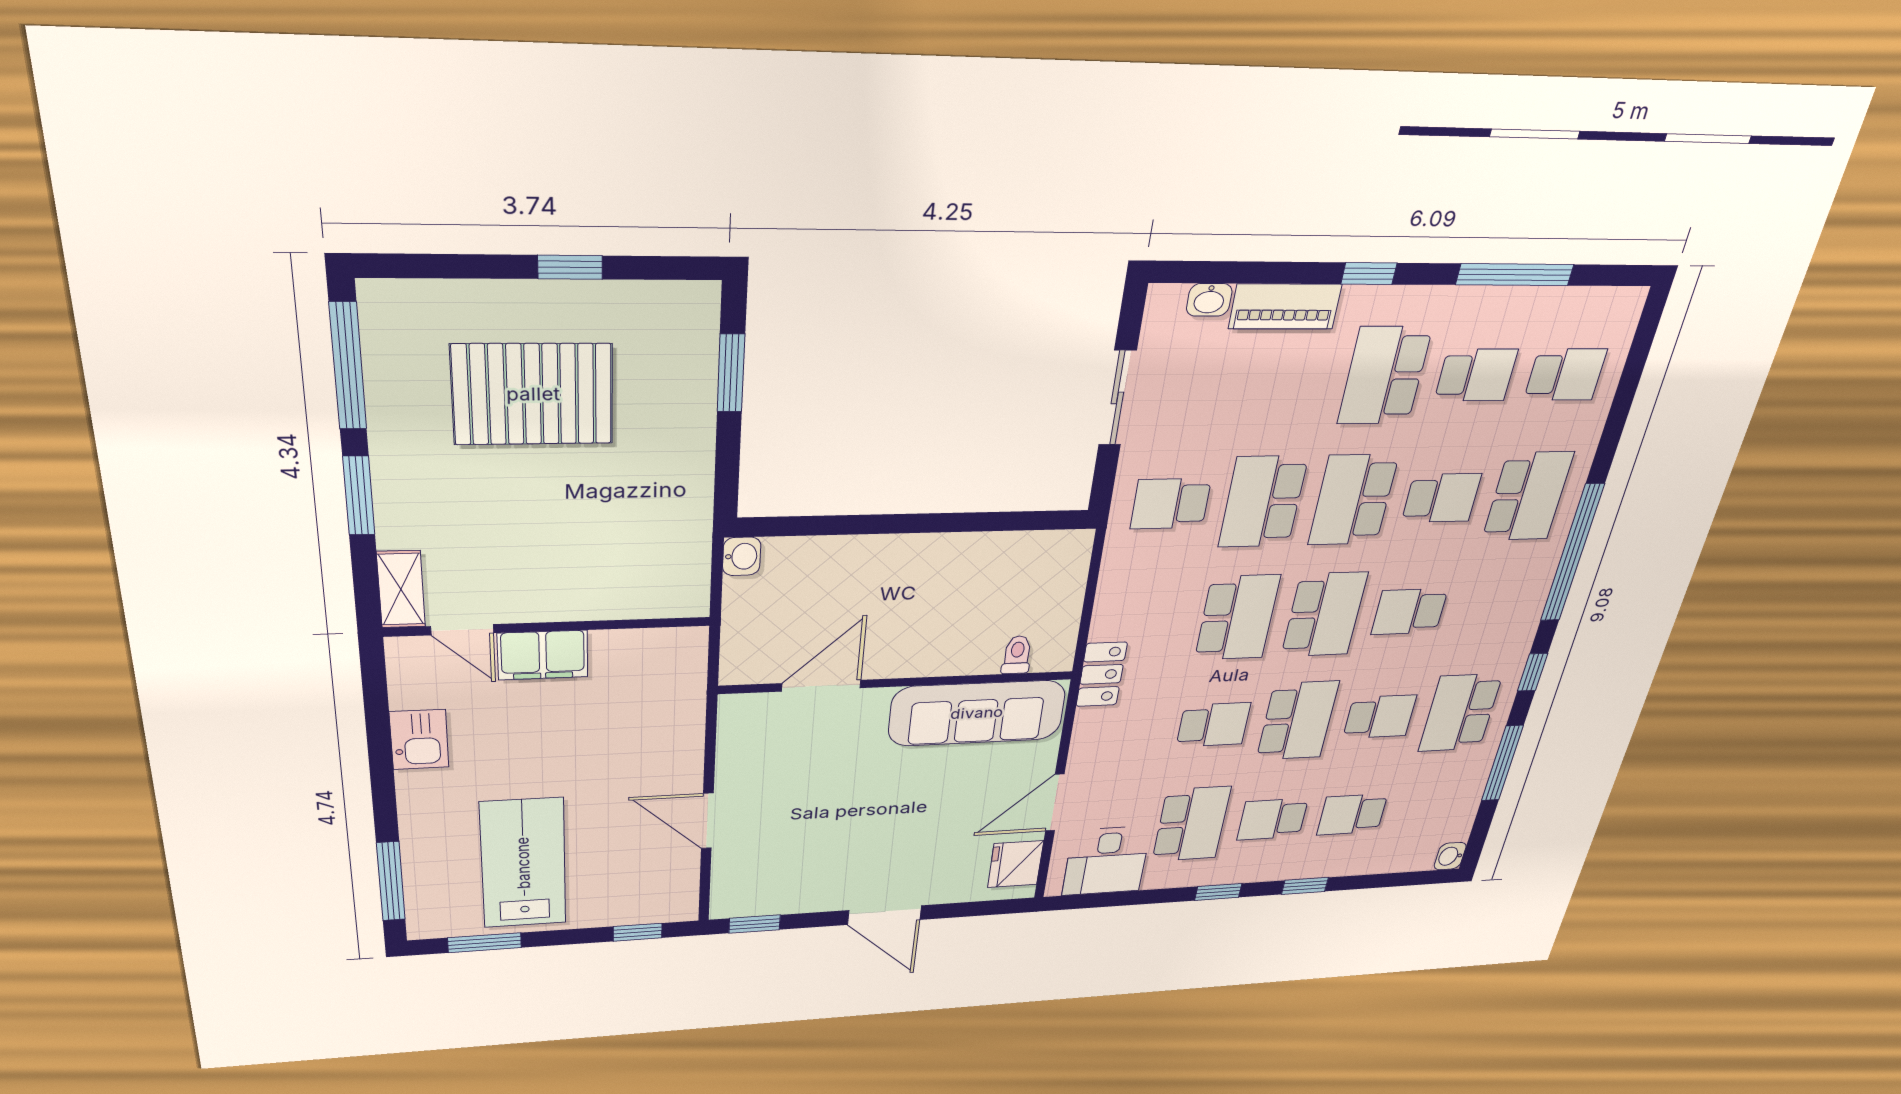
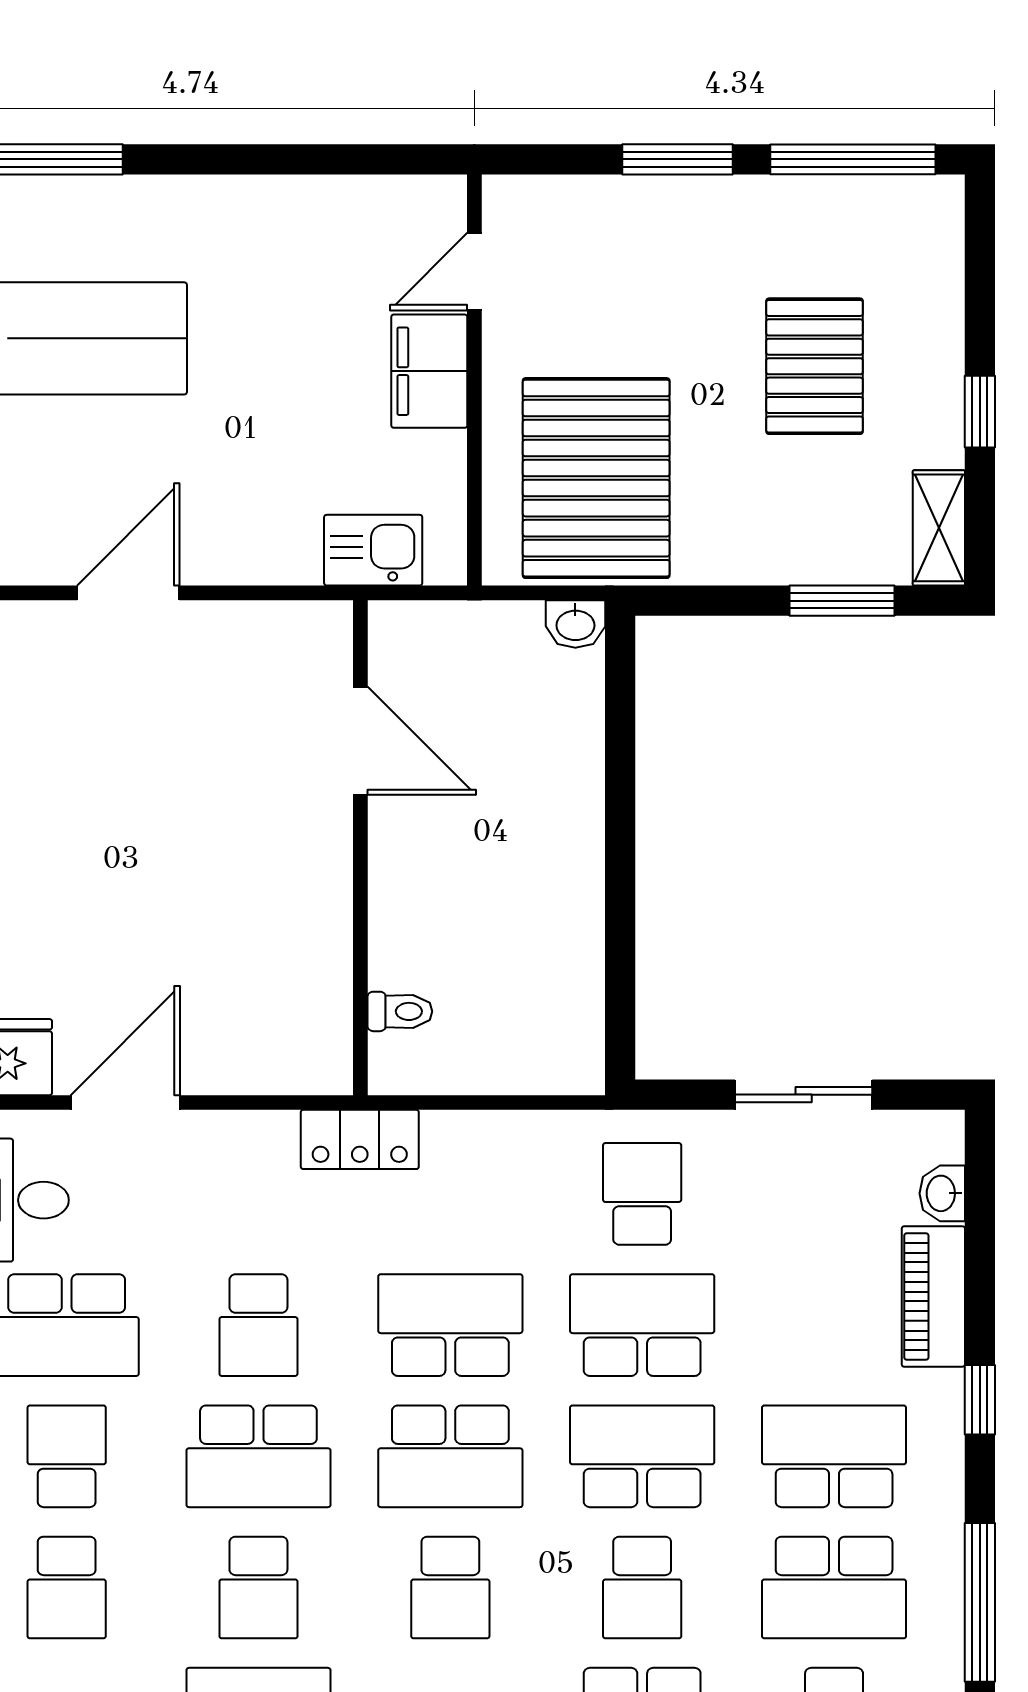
school desk: (1476, 375) -> (834, 1588), width x1.85
pallet: (533, 394) -> (815, 366), width x0.73, depth x0.71
pallet: (627, 546) -> (596, 478), added
shelving: (401, 589) -> (939, 528), moved, turned 90
school desk: (1409, 612) -> (450, 1588), turned 180
school desk: (1237, 618) -> (450, 1325), turned 180
sofa: (977, 713) -> (300, 966), removed
kitchen sink: (419, 740) -> (373, 550), moved, turned 180
door: (1055, 803) -> (125, 1103), hinge flipped
school desk: (1352, 814) -> (67, 1588), turned 180

